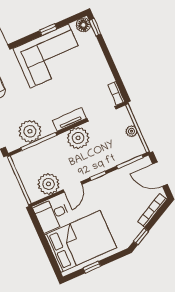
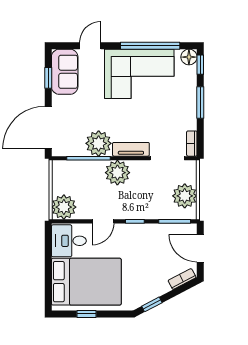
window: (48, 30) -> (150, 46), width x3.17
window: (108, 57) -> (200, 103), added
plant: (30, 131) -> (99, 143), moved
plant: (132, 131) -> (185, 196), width x1.87, depth x1.87
plant: (78, 138) -> (117, 173), moved
plant: (49, 184) -> (64, 207), moved
bookcase: (152, 210) -> (182, 279), width x0.64

